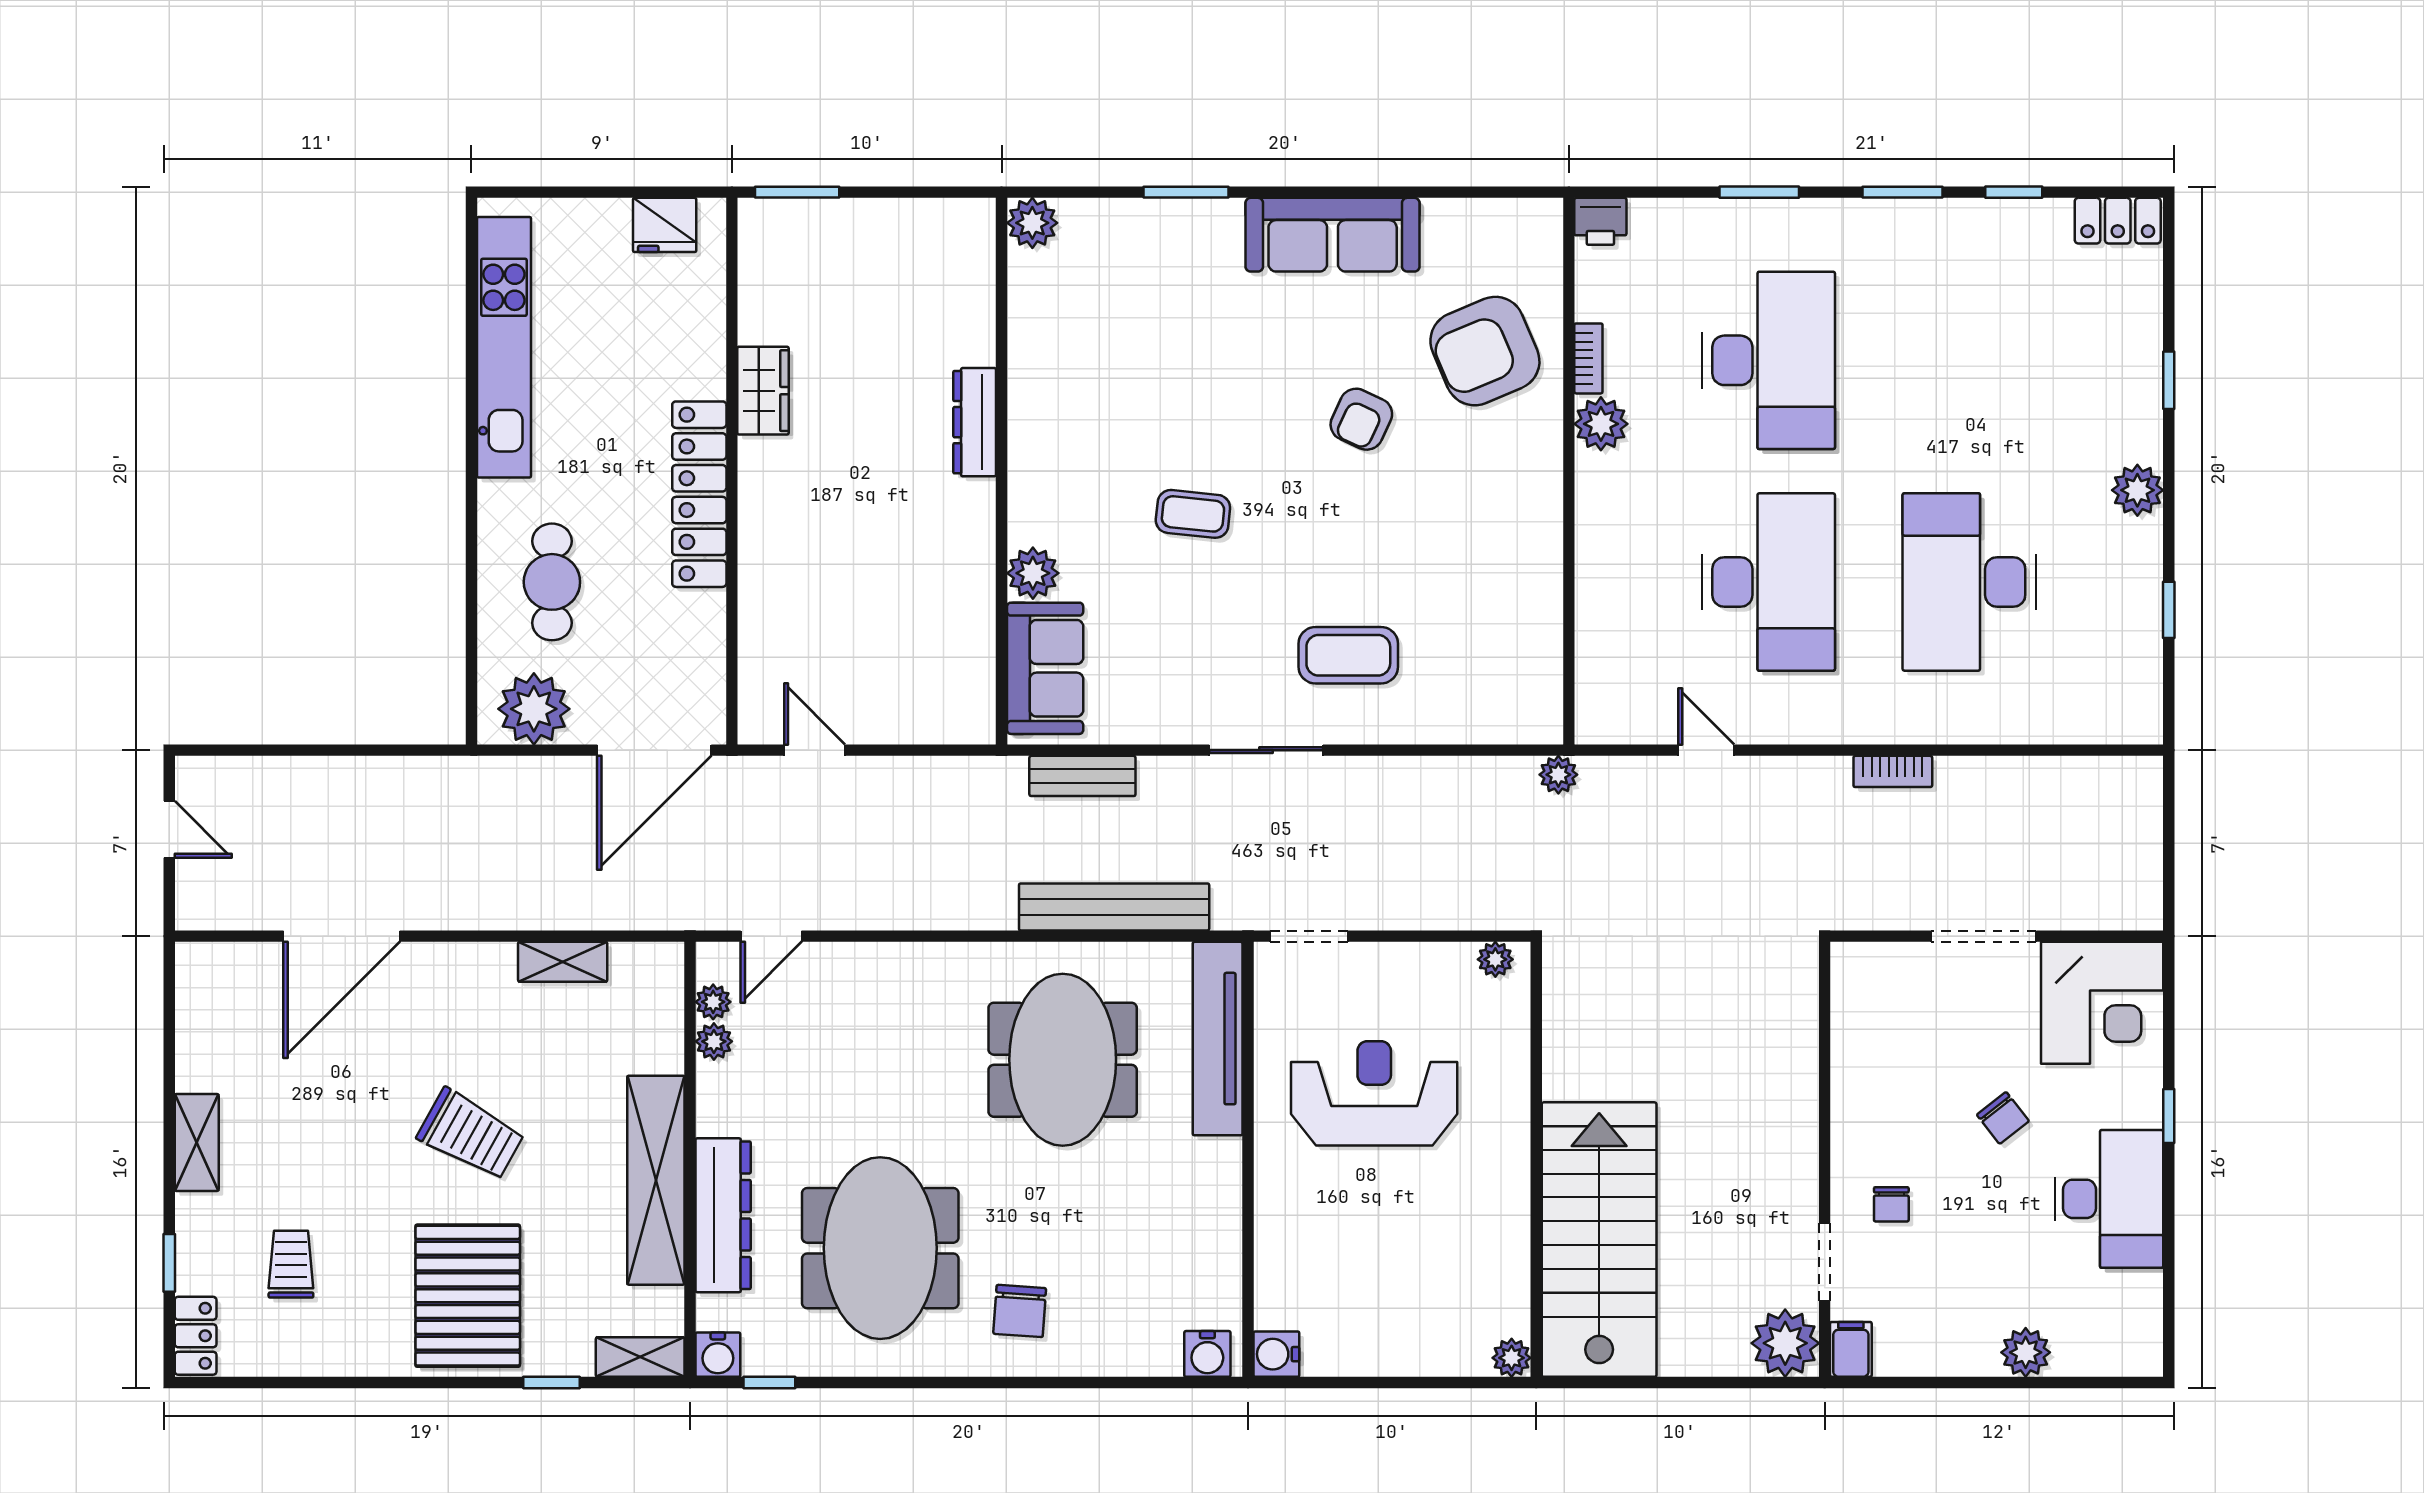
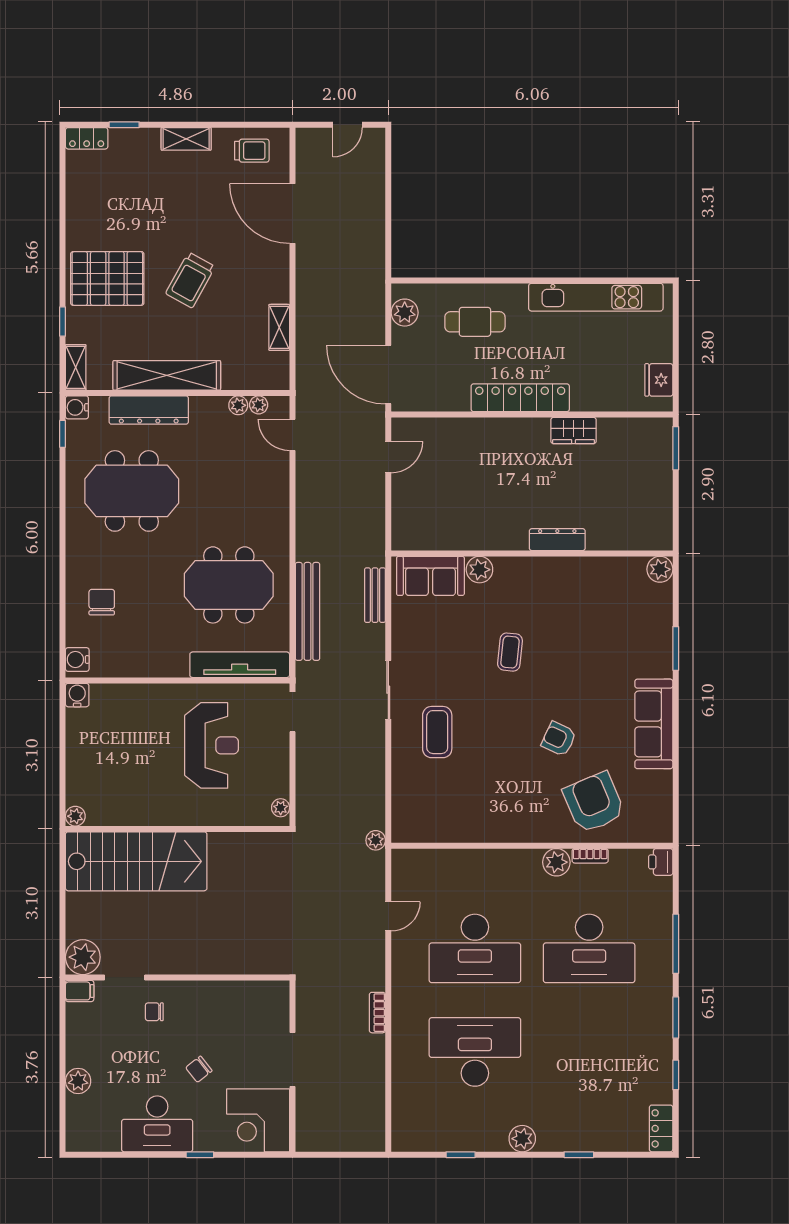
window: (1759, 192) -> (676, 944), width x1.44
plant: (534, 709) -> (405, 313), width x0.73, depth x0.73
trolley: (291, 1264) -> (252, 151), moved
chair: (1020, 1311) -> (102, 602), moved, turned 86

